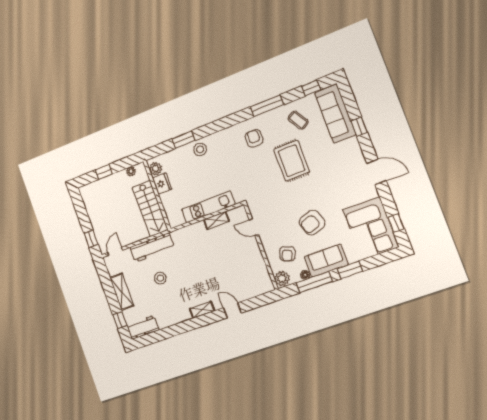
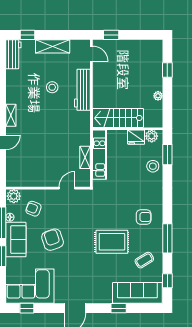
plant: (155, 169) -> (152, 136), moved
fridge: (162, 183) -> (136, 137), moved
wall: (157, 195) -> (128, 129), moved
stairs: (150, 208) -> (118, 118), moved

